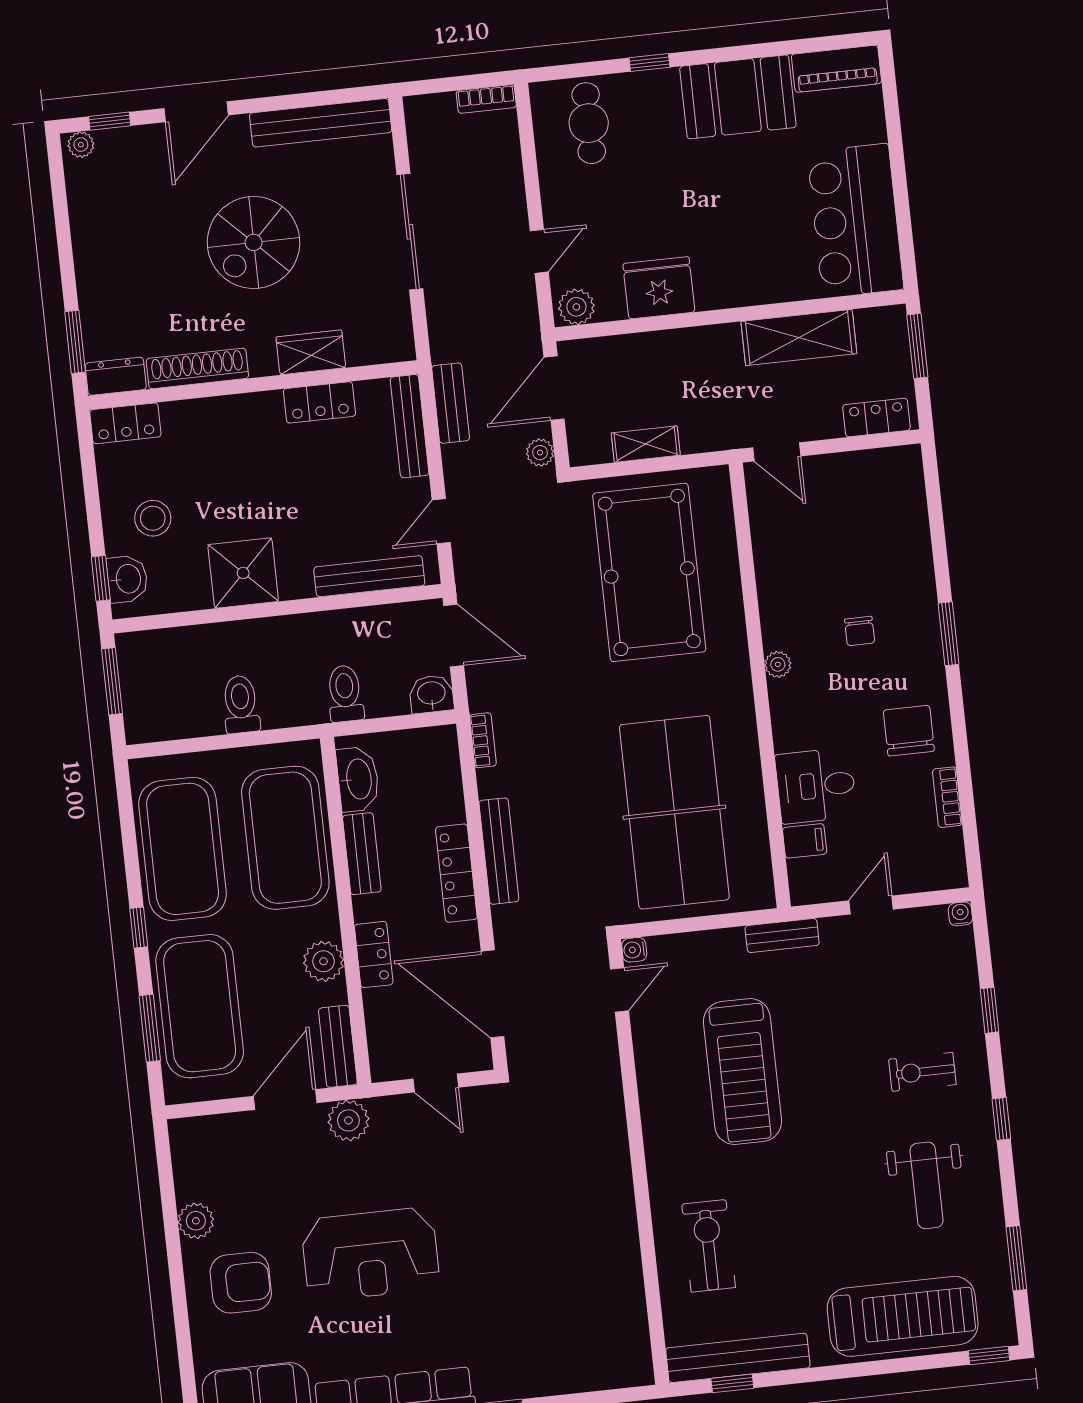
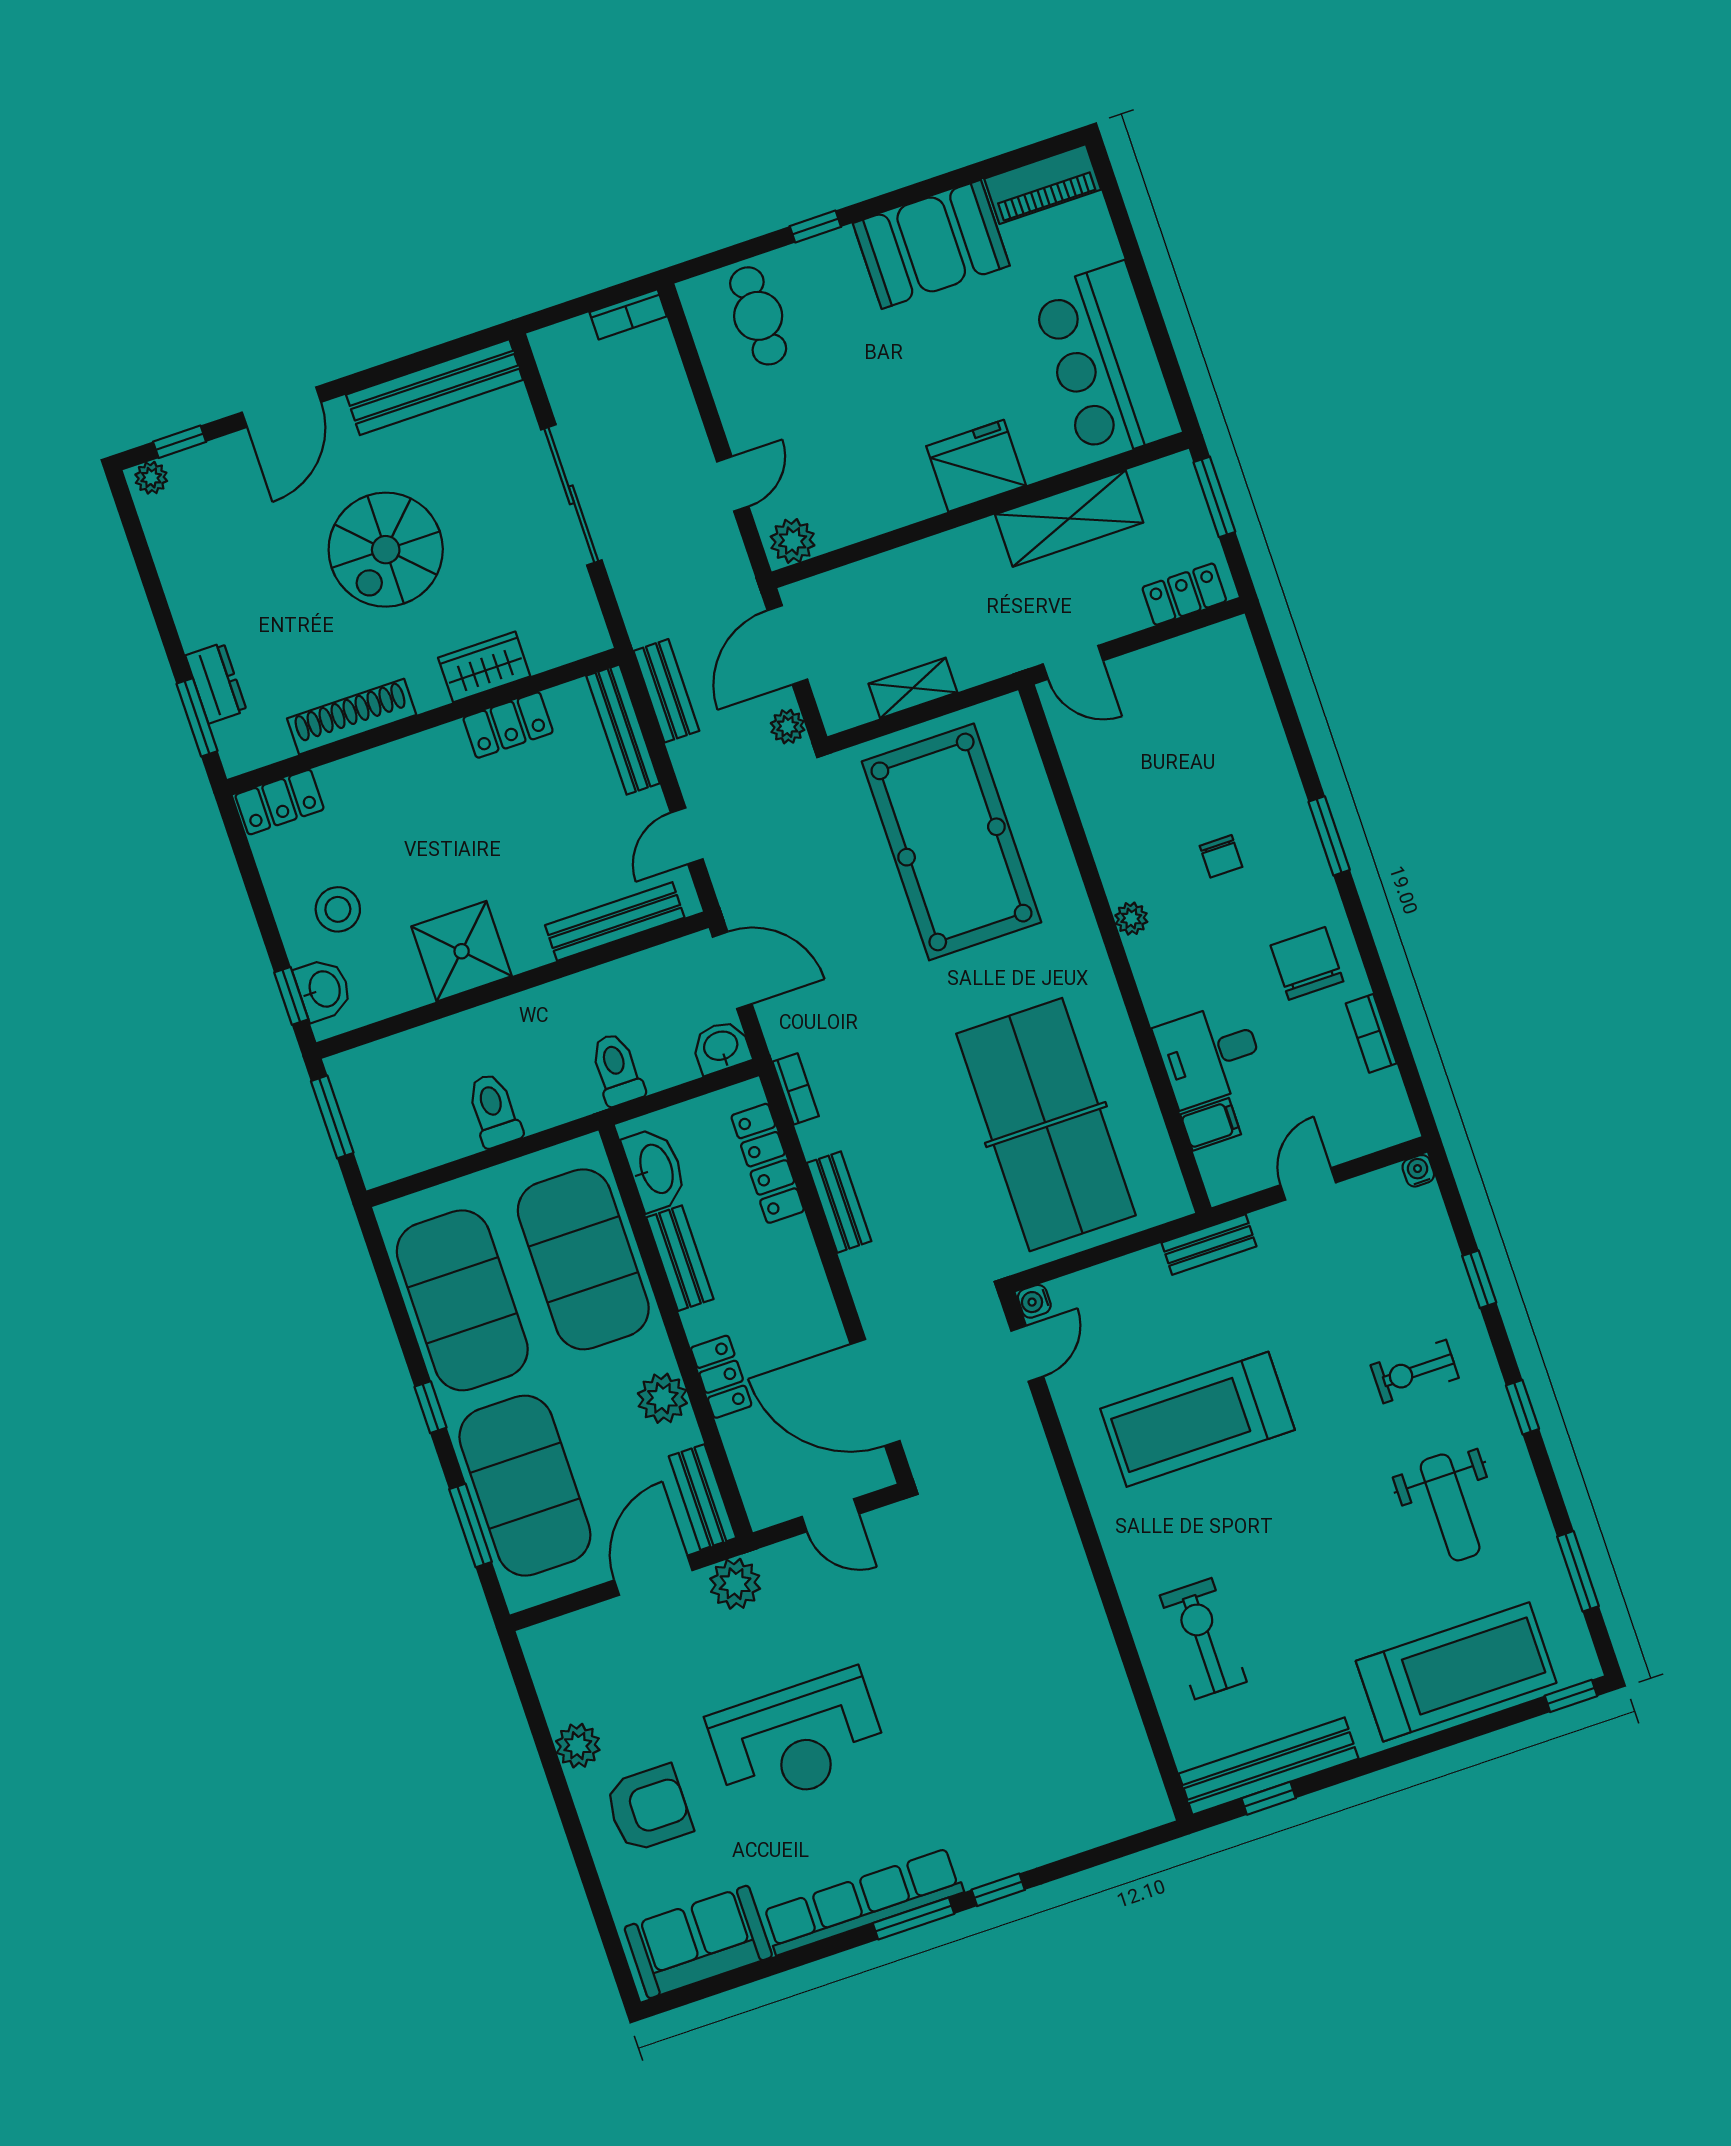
fridge: (659, 288) -> (976, 466), moved
dresser: (116, 376) -> (216, 683), moved, turned 90
bench: (499, 851) -> (839, 1202), width x0.73
locker: (456, 873) -> (768, 1163), moved
treadmill: (742, 1072) -> (1197, 1419), turned 90

